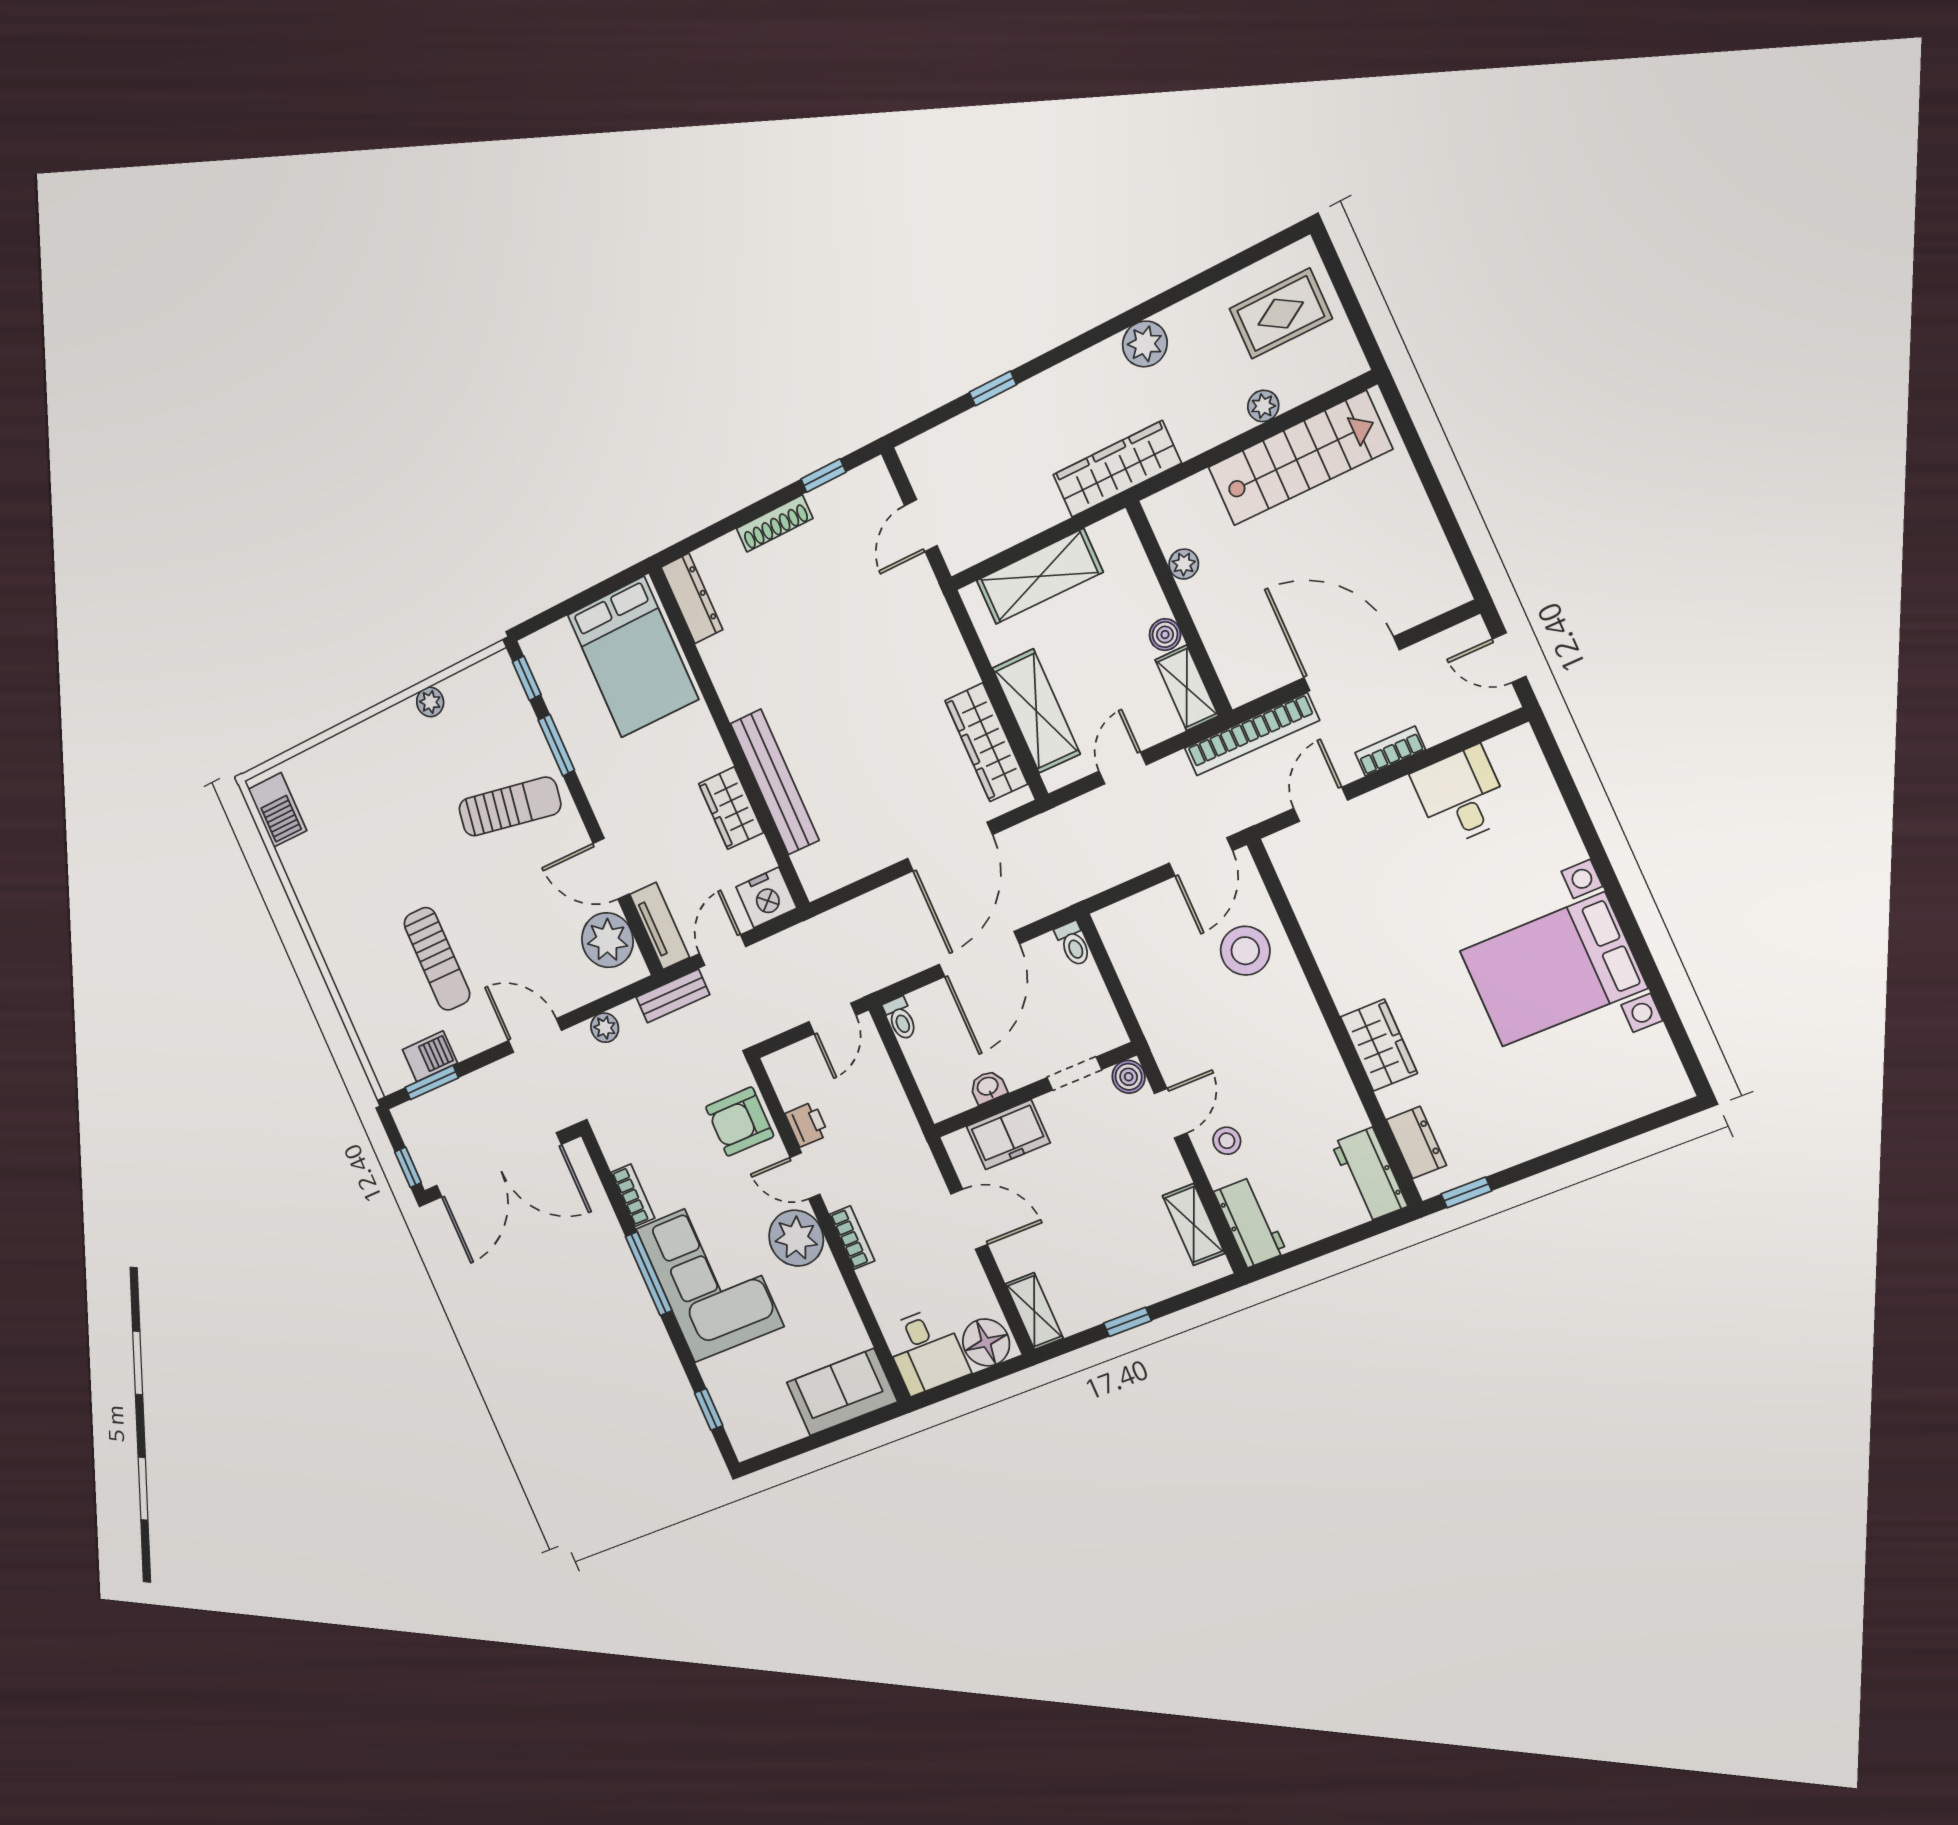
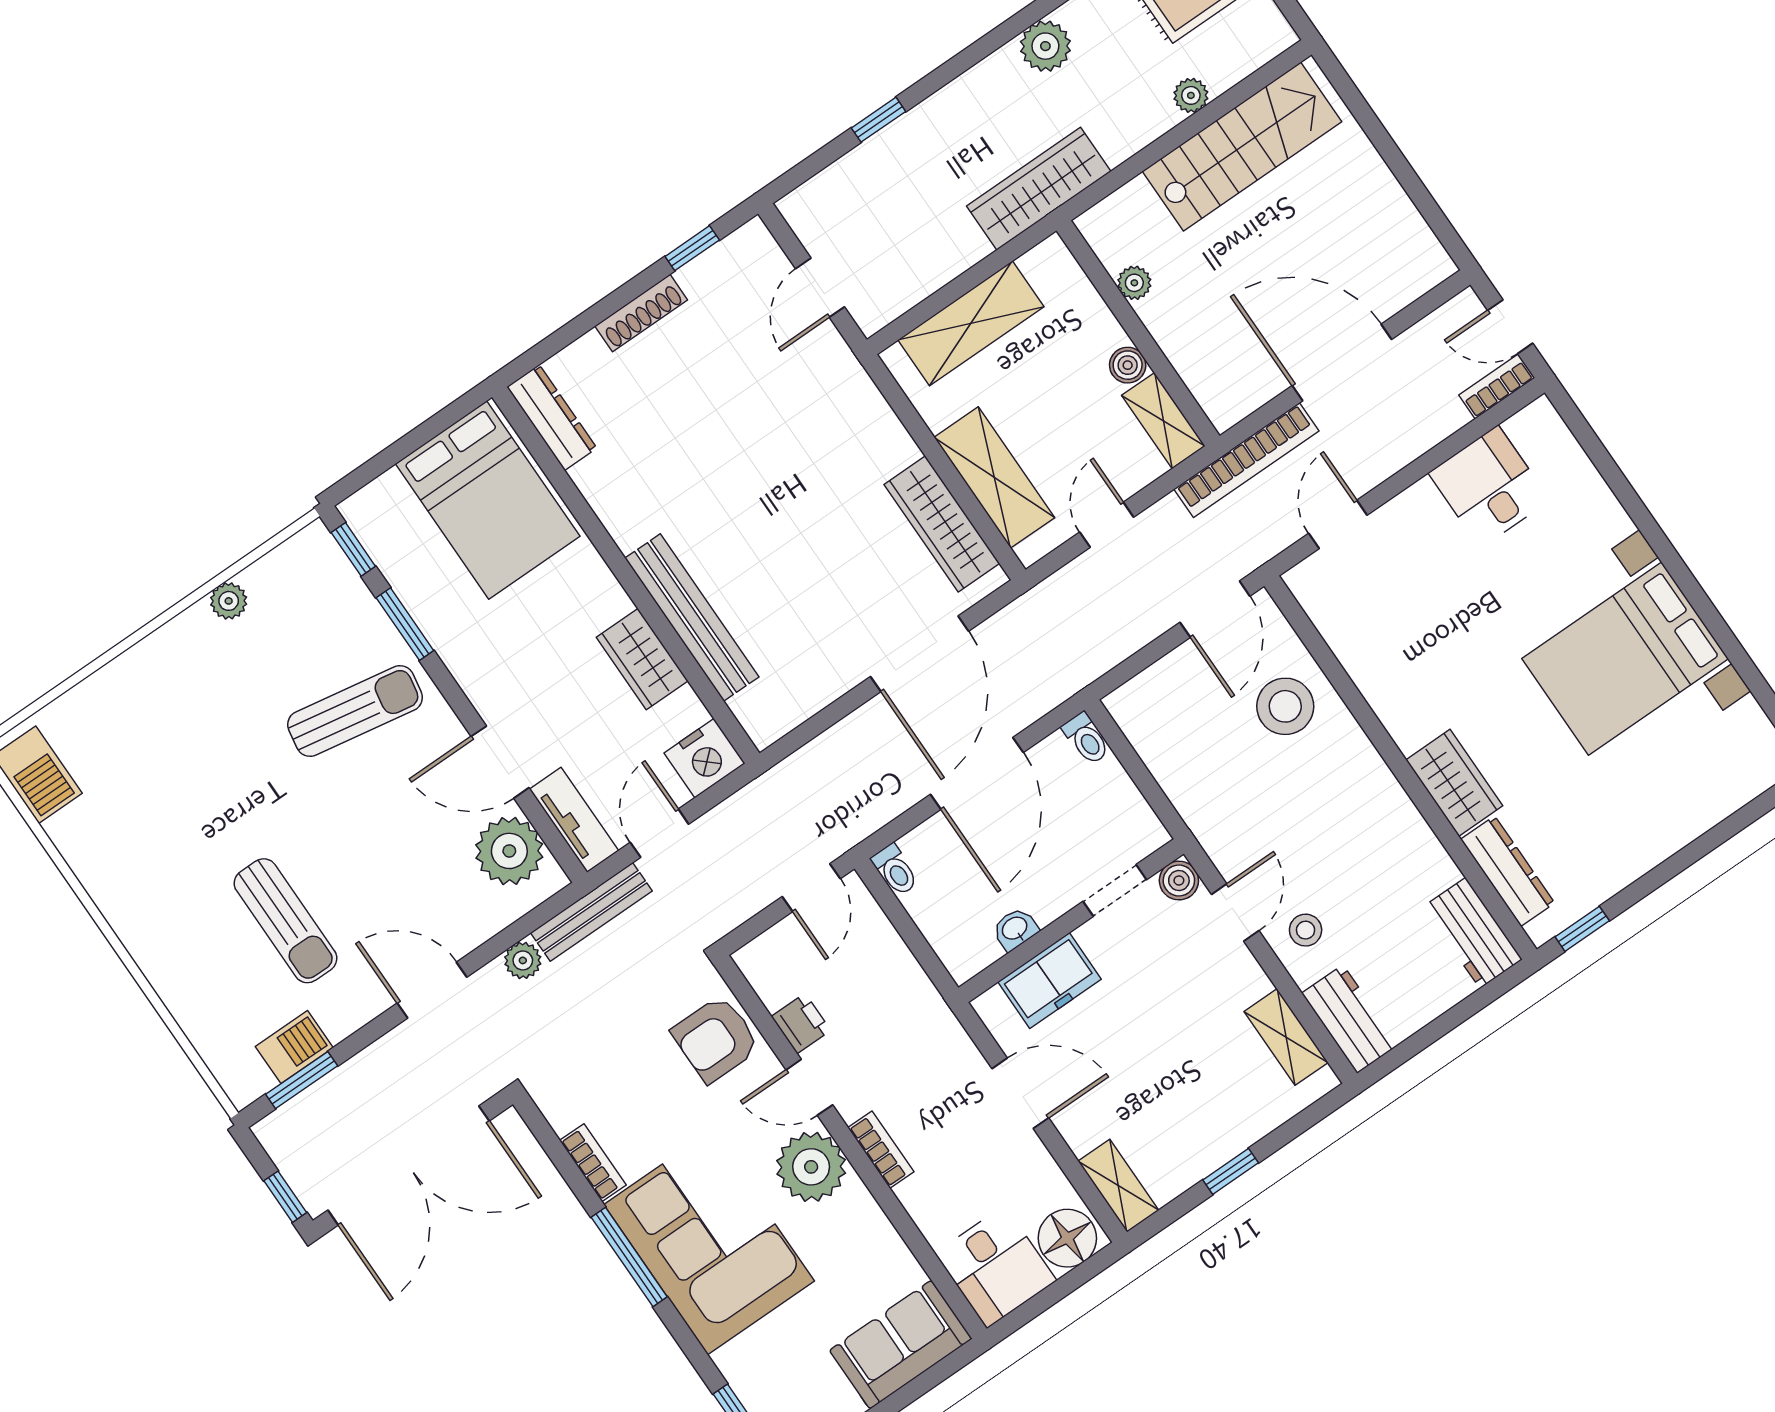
bookcase: (1390, 751) -> (1497, 387), moved
bench: (673, 996) -> (591, 912), width x1.36
dresser: (1416, 1142) -> (1508, 871), width x1.44

